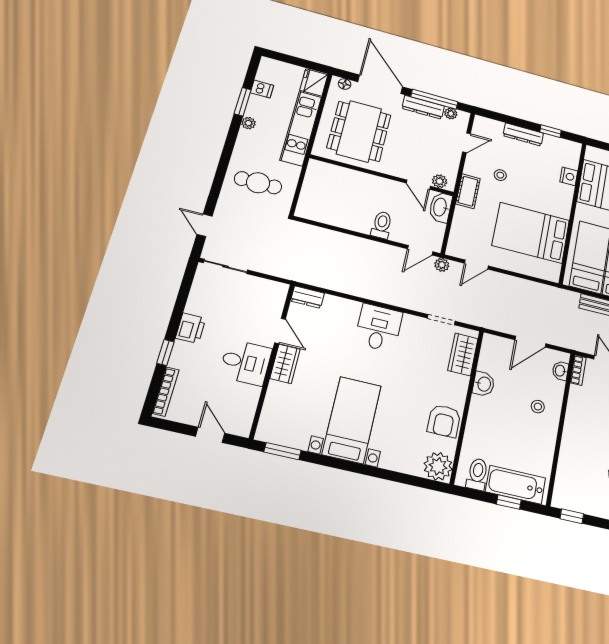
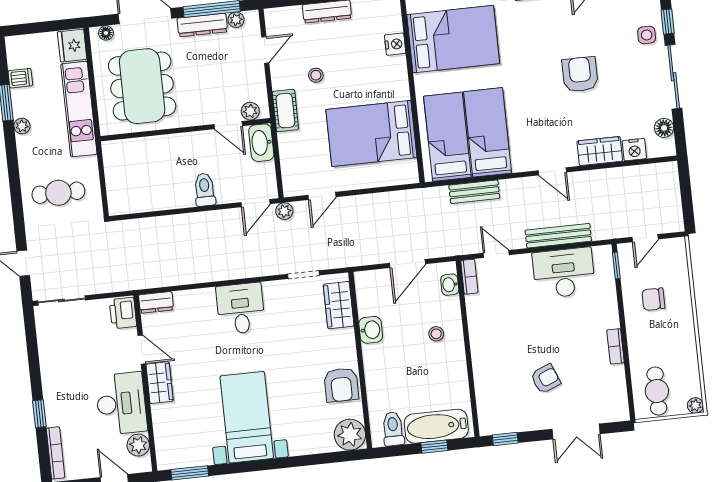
printer: (191, 328) -> (123, 313), moved, turned 180
desk: (246, 362) -> (121, 404), width x1.37
plant: (245, 411) -> (138, 445), added

